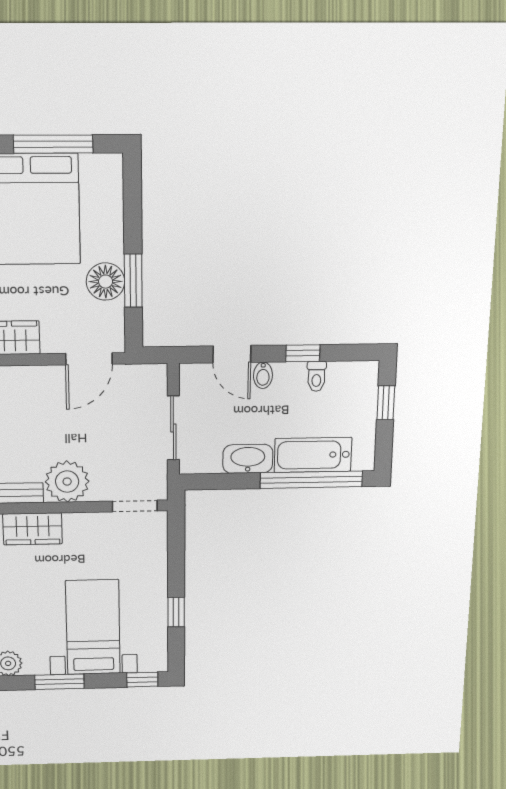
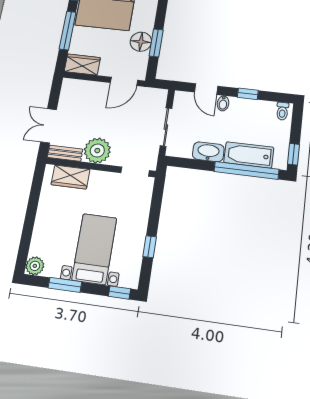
toilet: (316, 376) -> (282, 111), moved
window: (386, 403) -> (294, 154), moved

